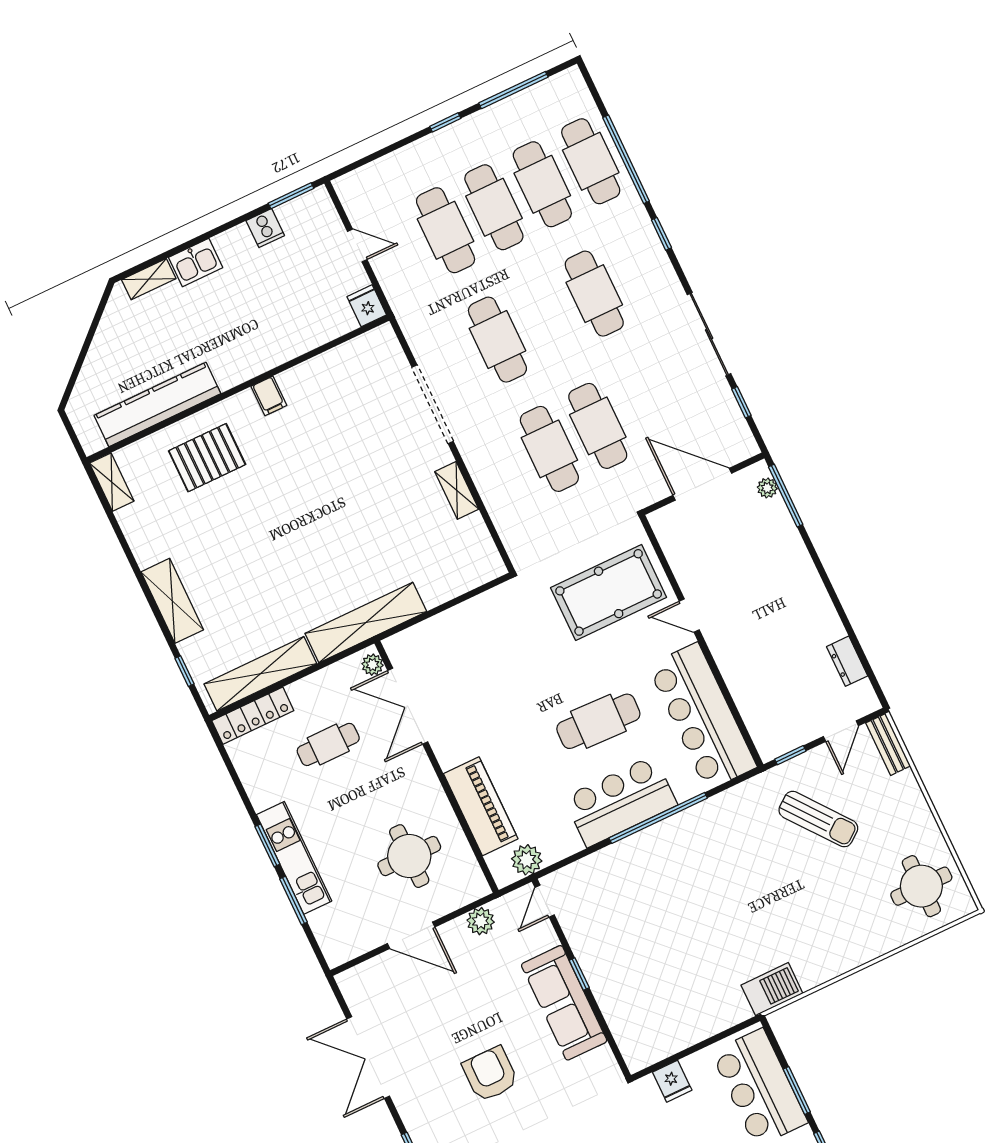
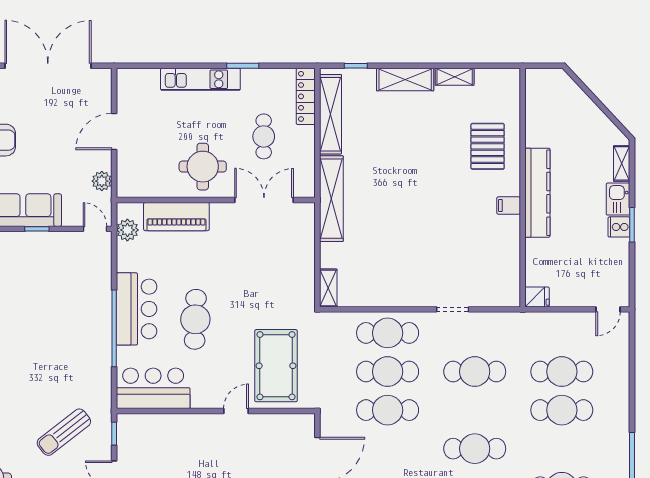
window: (445, 122) -> (632, 405), removed
cafe table: (542, 184) -> (388, 333), moved
window: (291, 196) -> (632, 225), moved
cooker: (265, 228) -> (619, 227), moved
door: (357, 246) -> (608, 309), moved
kitchen counter: (157, 404) -> (537, 193), moved
doorway: (433, 404) -> (453, 309), width x0.53
shelving: (112, 482) -> (455, 77), moved
shelving: (457, 490) -> (328, 288), moved, turned 90
plant: (373, 665) -> (302, 190), removed
bar counter: (702, 716) -> (153, 388), width x0.73
window: (267, 845) -> (243, 66), moved
round table: (409, 856) -> (203, 167), moved
window: (294, 901) -> (173, 66), removed
double door: (368, 1057) -> (48, 66), width x1.36

